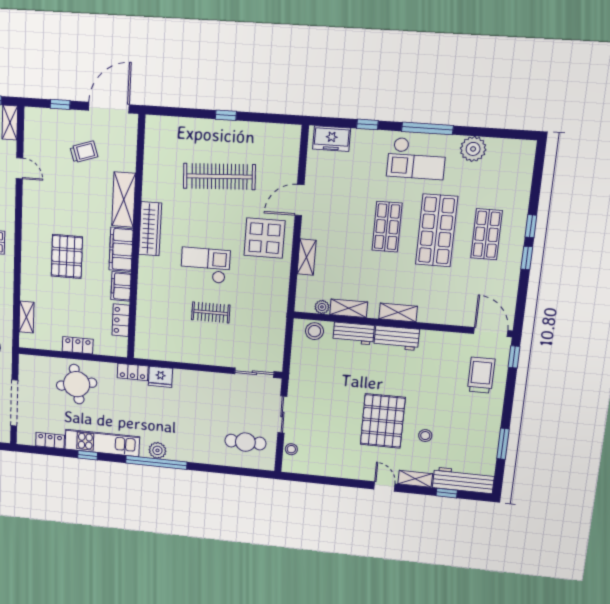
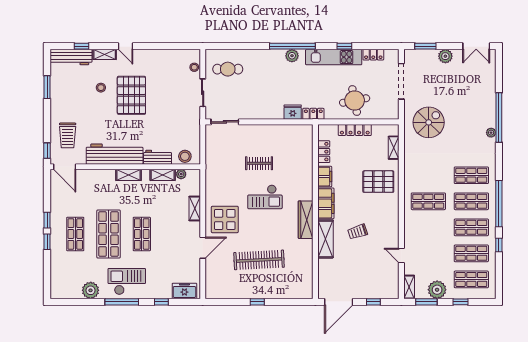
trolley: (84, 152) -> (358, 232), moved
pallet: (67, 256) -> (378, 182), moved, turned 90
workbench: (397, 338) -> (115, 154), width x1.88, depth x1.32
locker: (78, 345) -> (355, 130), width x1.53

